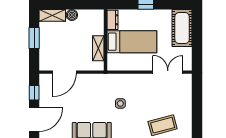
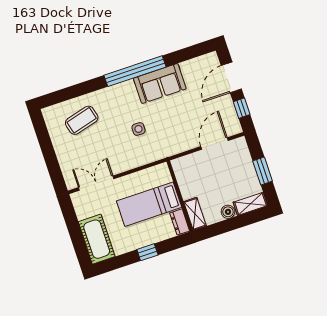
shelving: (98, 48) -> (195, 214), moved
double door: (168, 72) -> (96, 183), swing flipped

